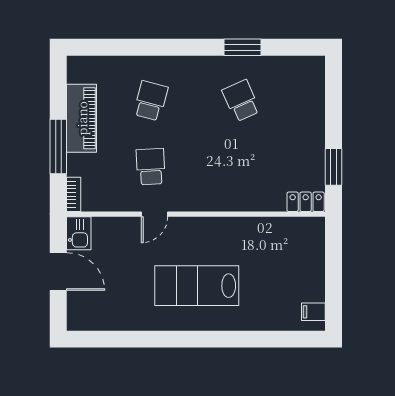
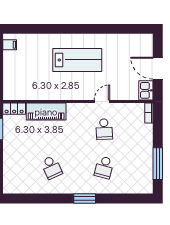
window: (242, 47) -> (85, 198), moved
piano: (82, 118) -> (46, 112), moved, turned -90
window: (58, 147) -> (158, 164), moved

